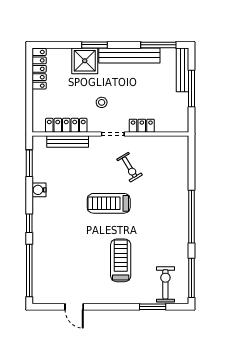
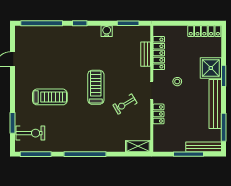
bench: (68, 142) -> (146, 54), width x0.73
shelving: (182, 151) -> (138, 146), added

